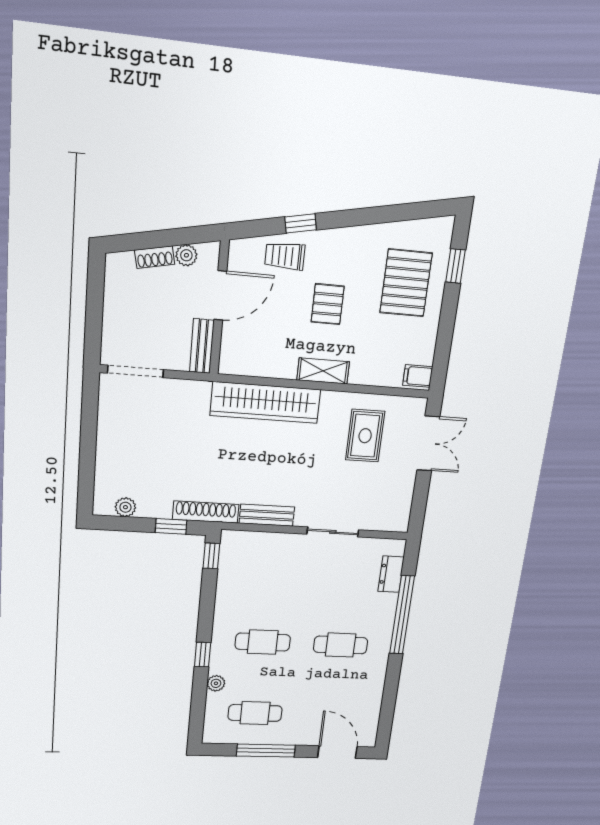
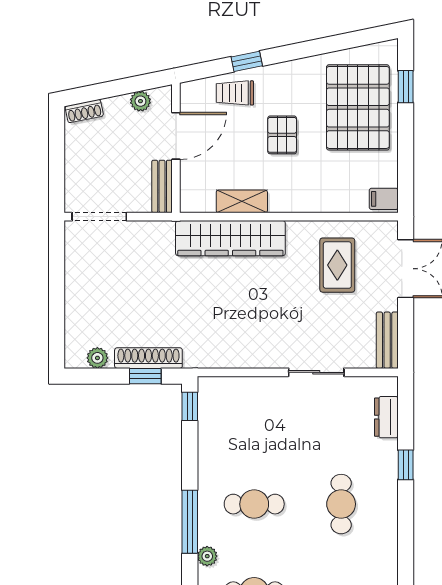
shoe rack: (155, 257) -> (84, 111), moved
pallet: (406, 283) -> (358, 107), width x1.37, depth x1.41
shelving: (323, 371) -> (242, 201), moved
shoe rack: (206, 512) -> (148, 358), moved
bench: (267, 515) -> (387, 340), moved, turned 90
window: (402, 615) -> (406, 465), width x0.32
cafe table: (341, 645) -> (341, 504), turned 90
window: (203, 655) -> (190, 522), width x2.17

